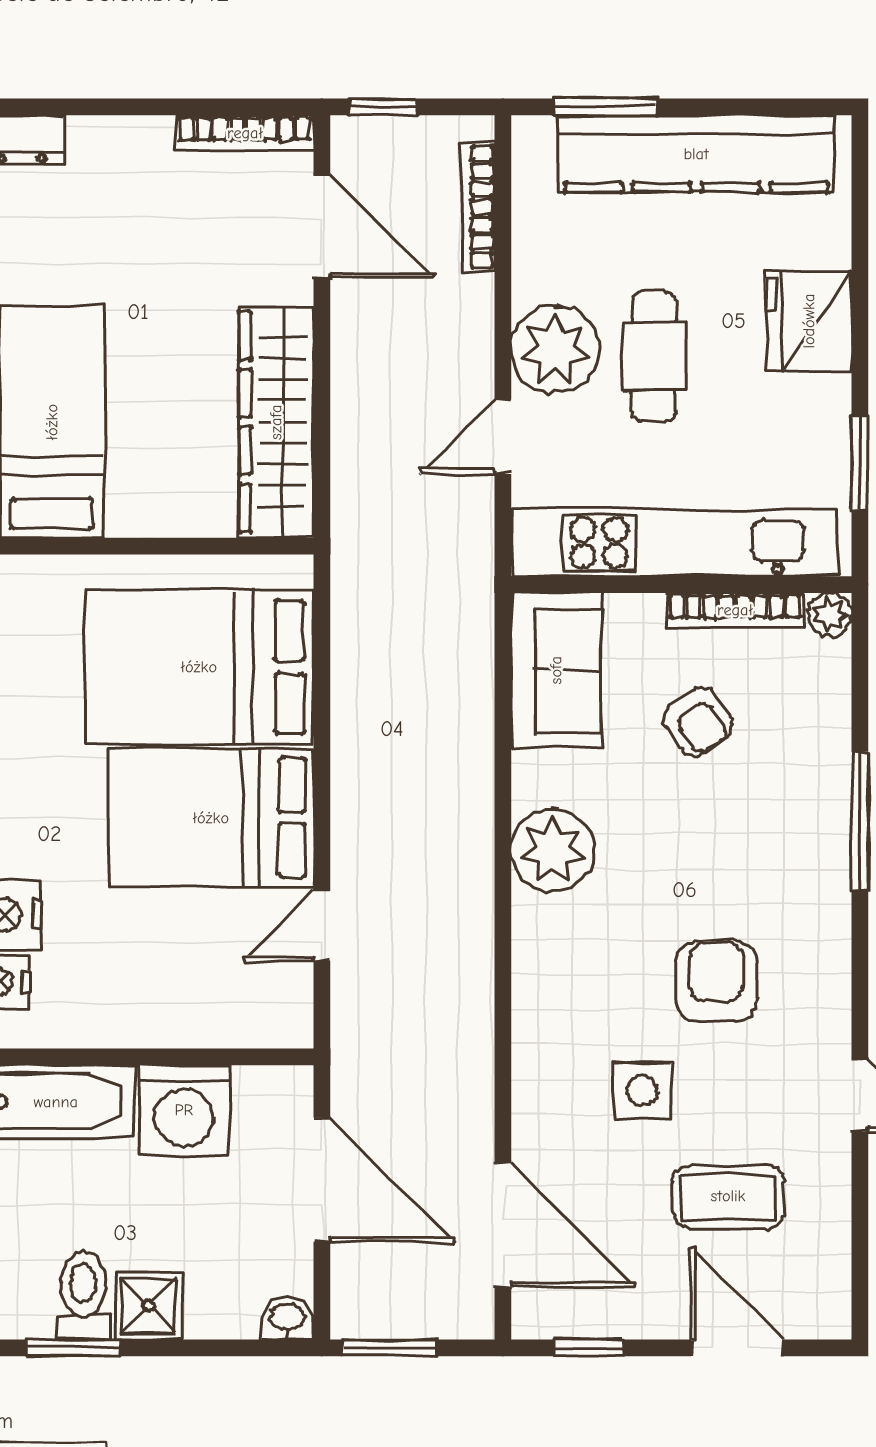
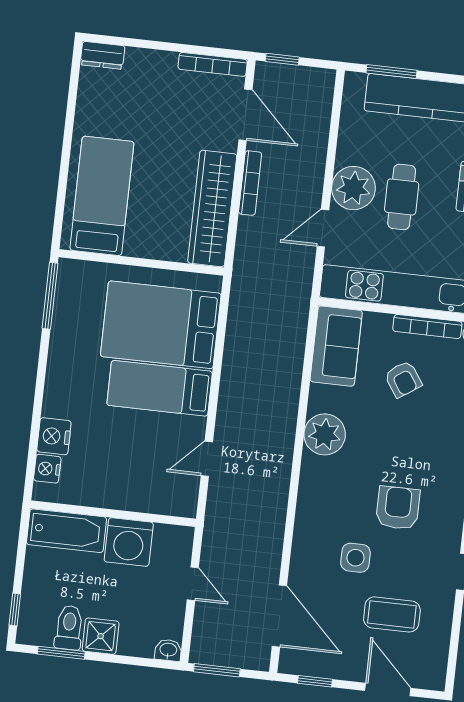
bookcase: (478, 207) -> (250, 183), moved, turned 180
bed: (211, 818) -> (160, 388), width x0.67
door: (322, 1180) -> (193, 584), width x0.53

